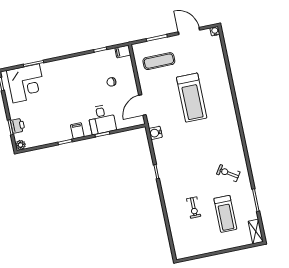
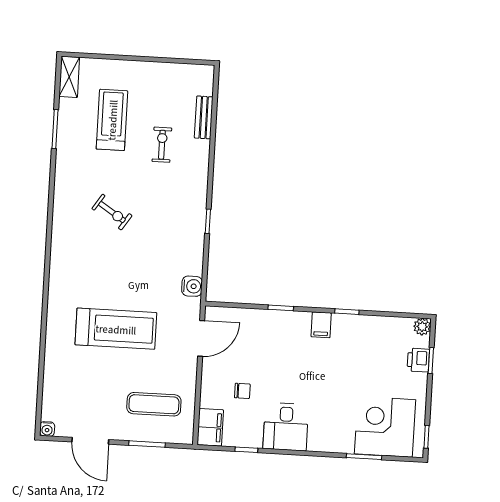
filing cabinet: (123, 51) -> (210, 427), width x2.00
treadmill: (192, 98) -> (116, 329), turned 90
desk: (102, 119) -> (286, 427), moved, turned 180
exercise bike: (228, 173) -> (112, 212), moved
bench: (174, 229) -> (204, 117), added

